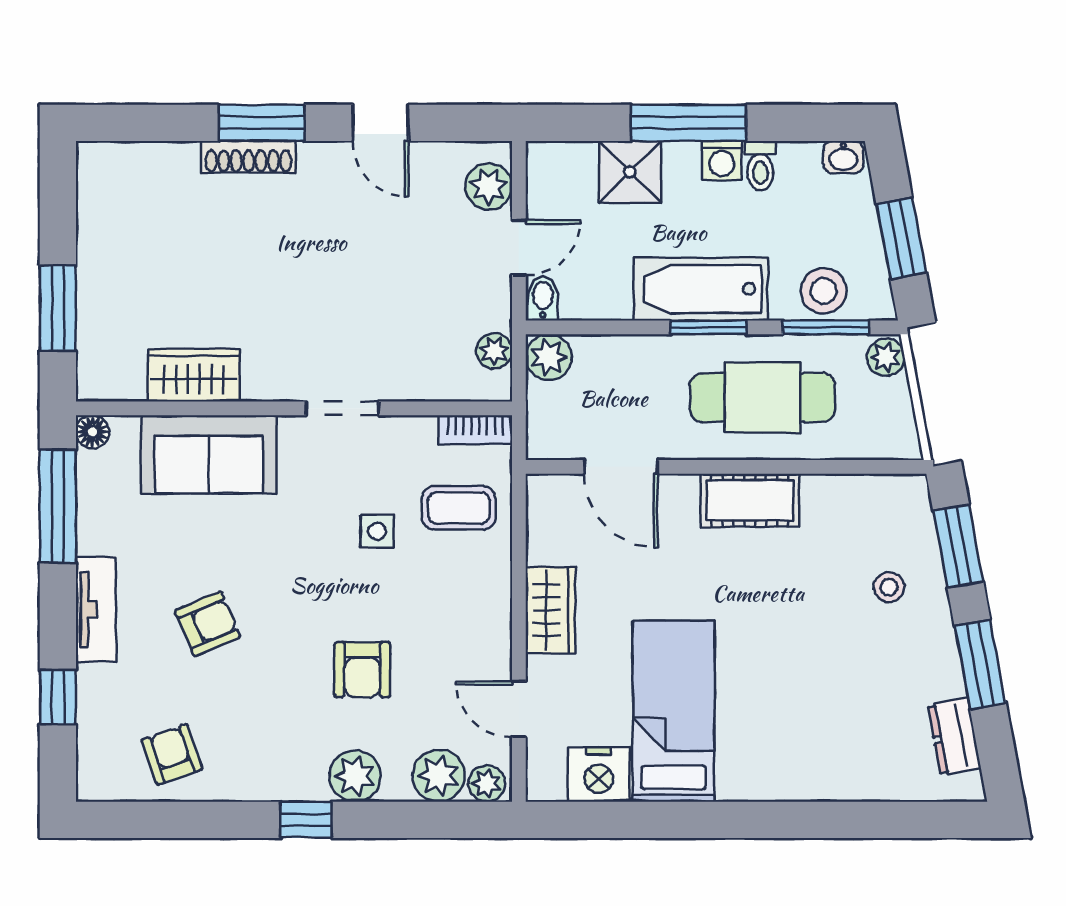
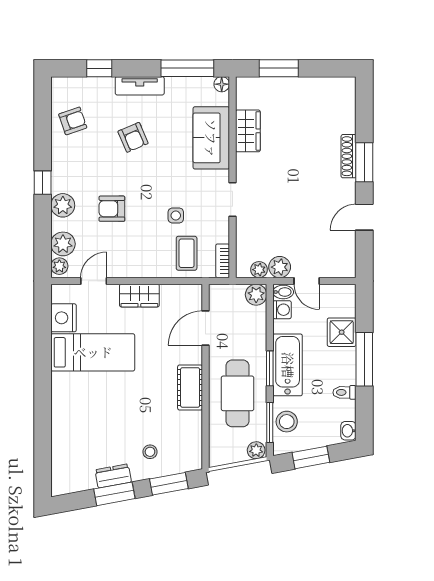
washing machine: (722, 160) -> (282, 310), moved, turned 180
plant: (489, 186) -> (280, 267), moved
dresser: (954, 737) -> (113, 476), moved

